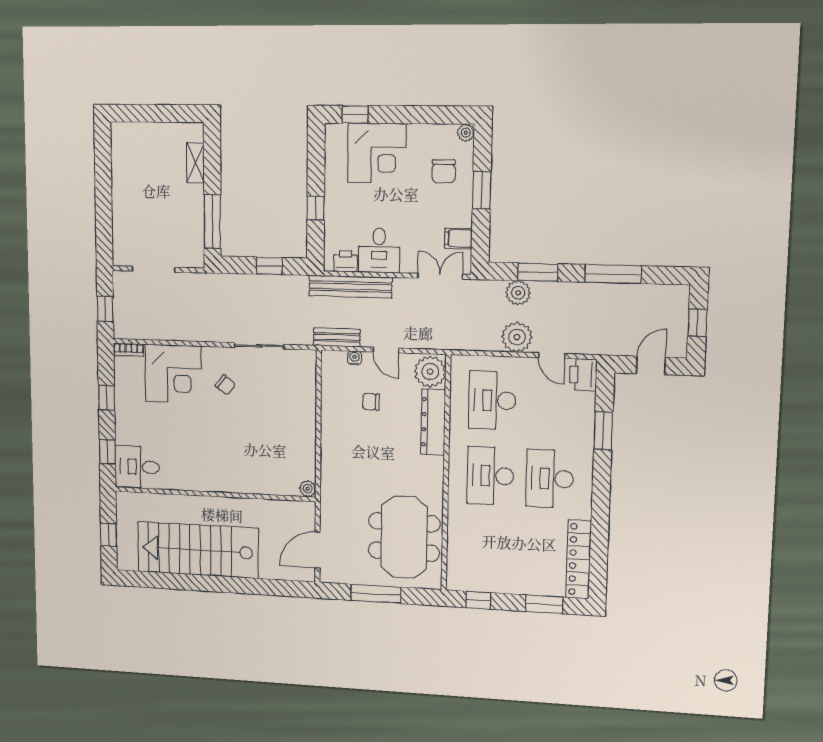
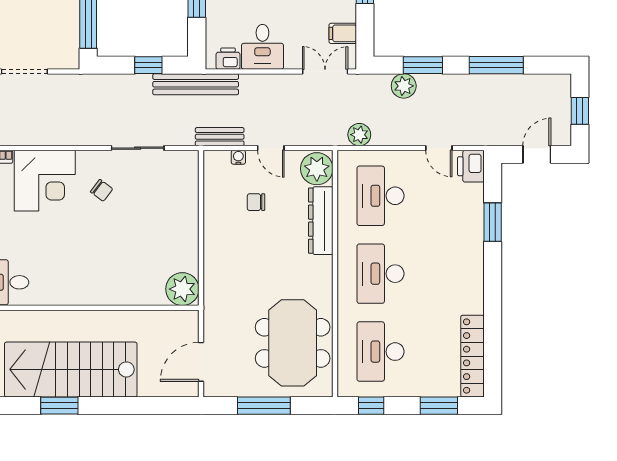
bench: (350, 287) -> (196, 84), moved
plant: (517, 337) -> (359, 135), moved, width x0.73, depth x0.73
desk: (550, 479) -> (381, 352), moved
plant: (308, 489) -> (182, 289), width x1.88, depth x1.88
window: (188, 582) -> (59, 406), added

